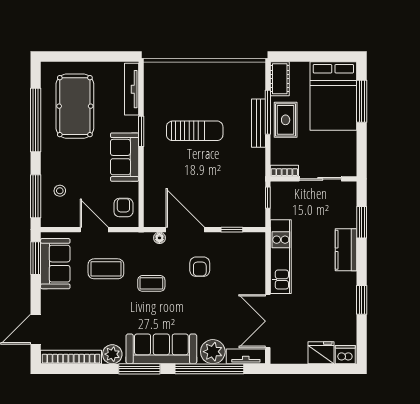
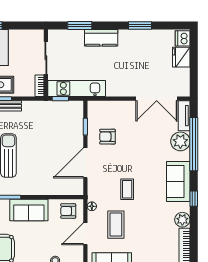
floor lamp: (159, 238) -> (92, 206), moved
kitchen unit: (281, 257) -> (77, 88), moved
armchair: (200, 267) -> (107, 137), moved, turned 180
sofa: (161, 349) -> (178, 181), width x0.73
window: (139, 369) -> (194, 199), width x0.46

